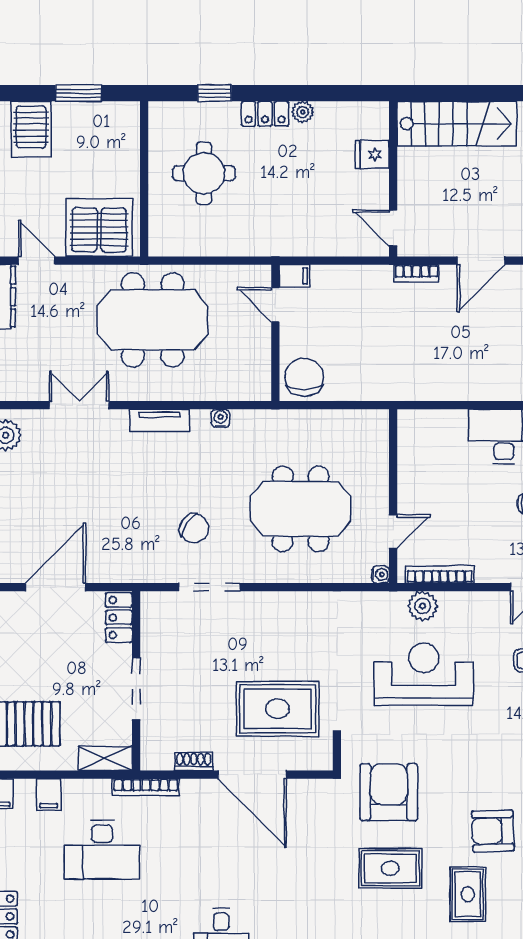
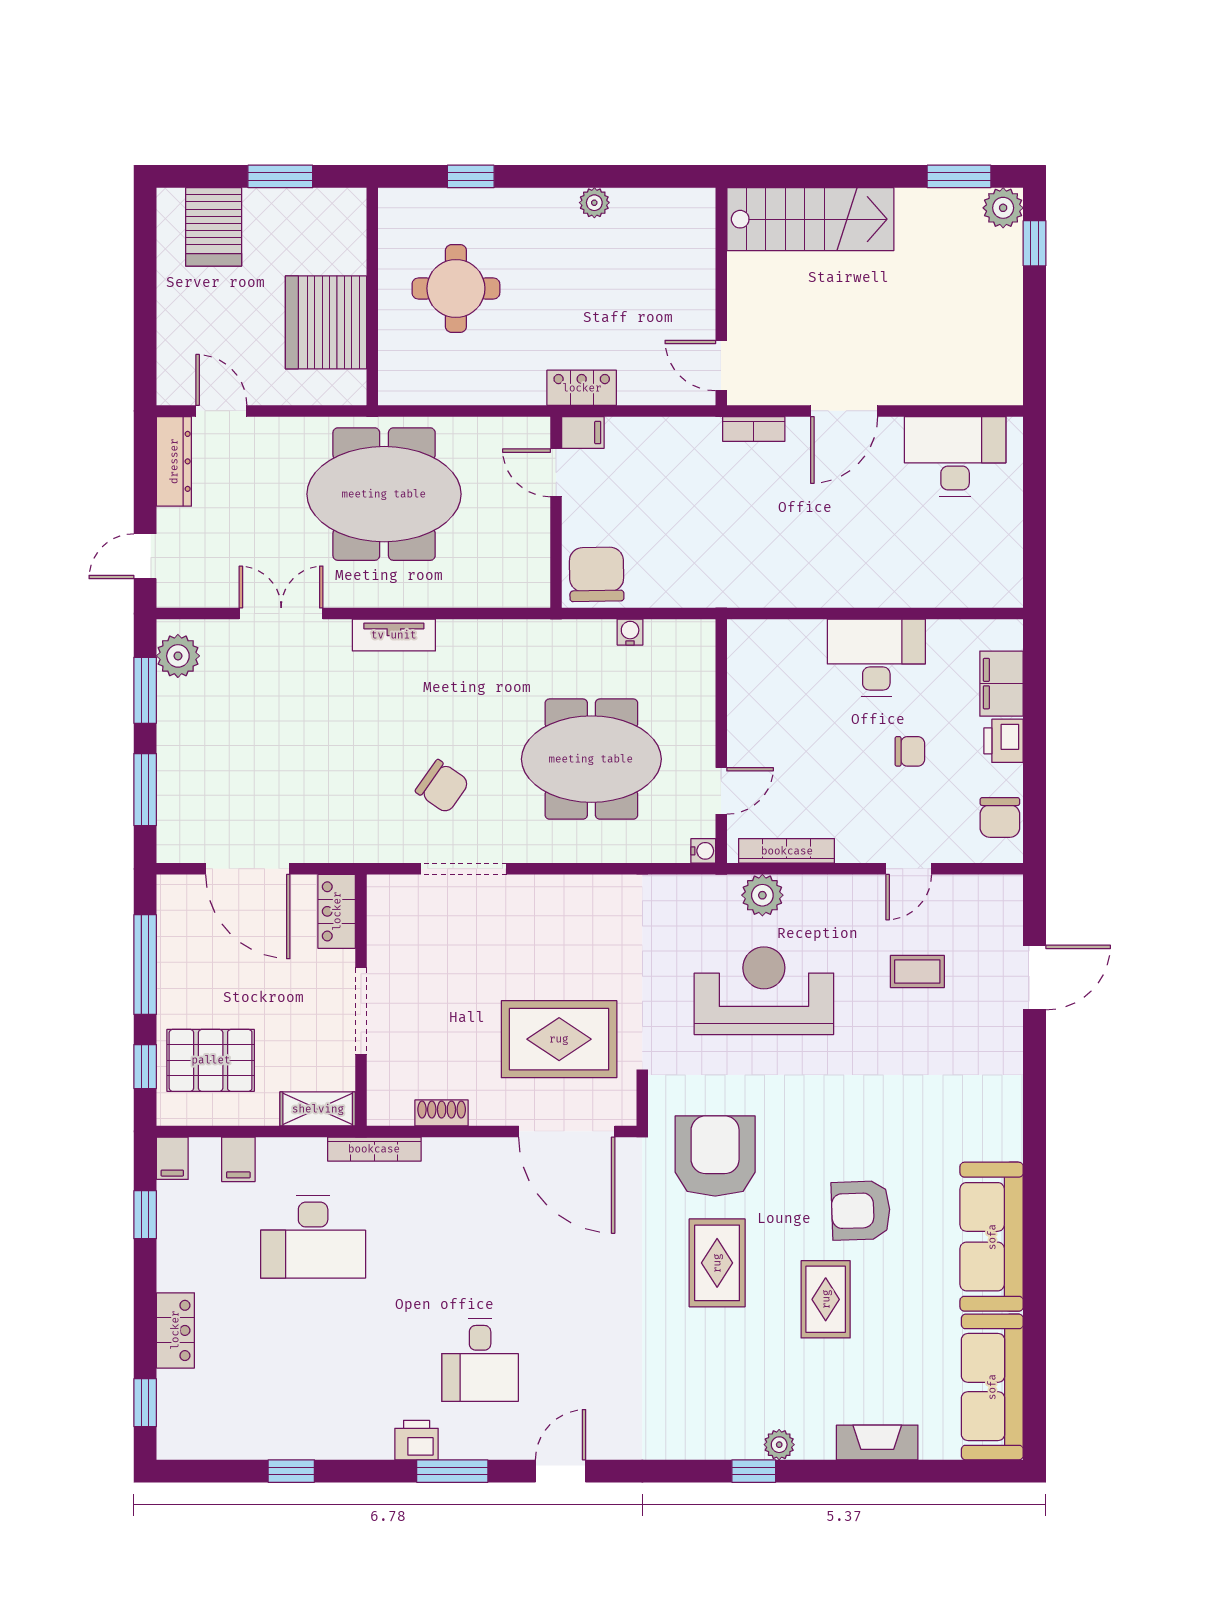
locker: (265, 114) -> (582, 388), moved, turned 180
fridge: (372, 154) -> (692, 262), removed
server rack: (99, 228) -> (326, 322), moved, turned -90
water cooler: (220, 418) -> (630, 632), moved
door: (55, 587) -> (248, 869), swing flipped
door: (252, 775) -> (567, 1131), moved
rug: (390, 868) -> (717, 1263), turned 90

